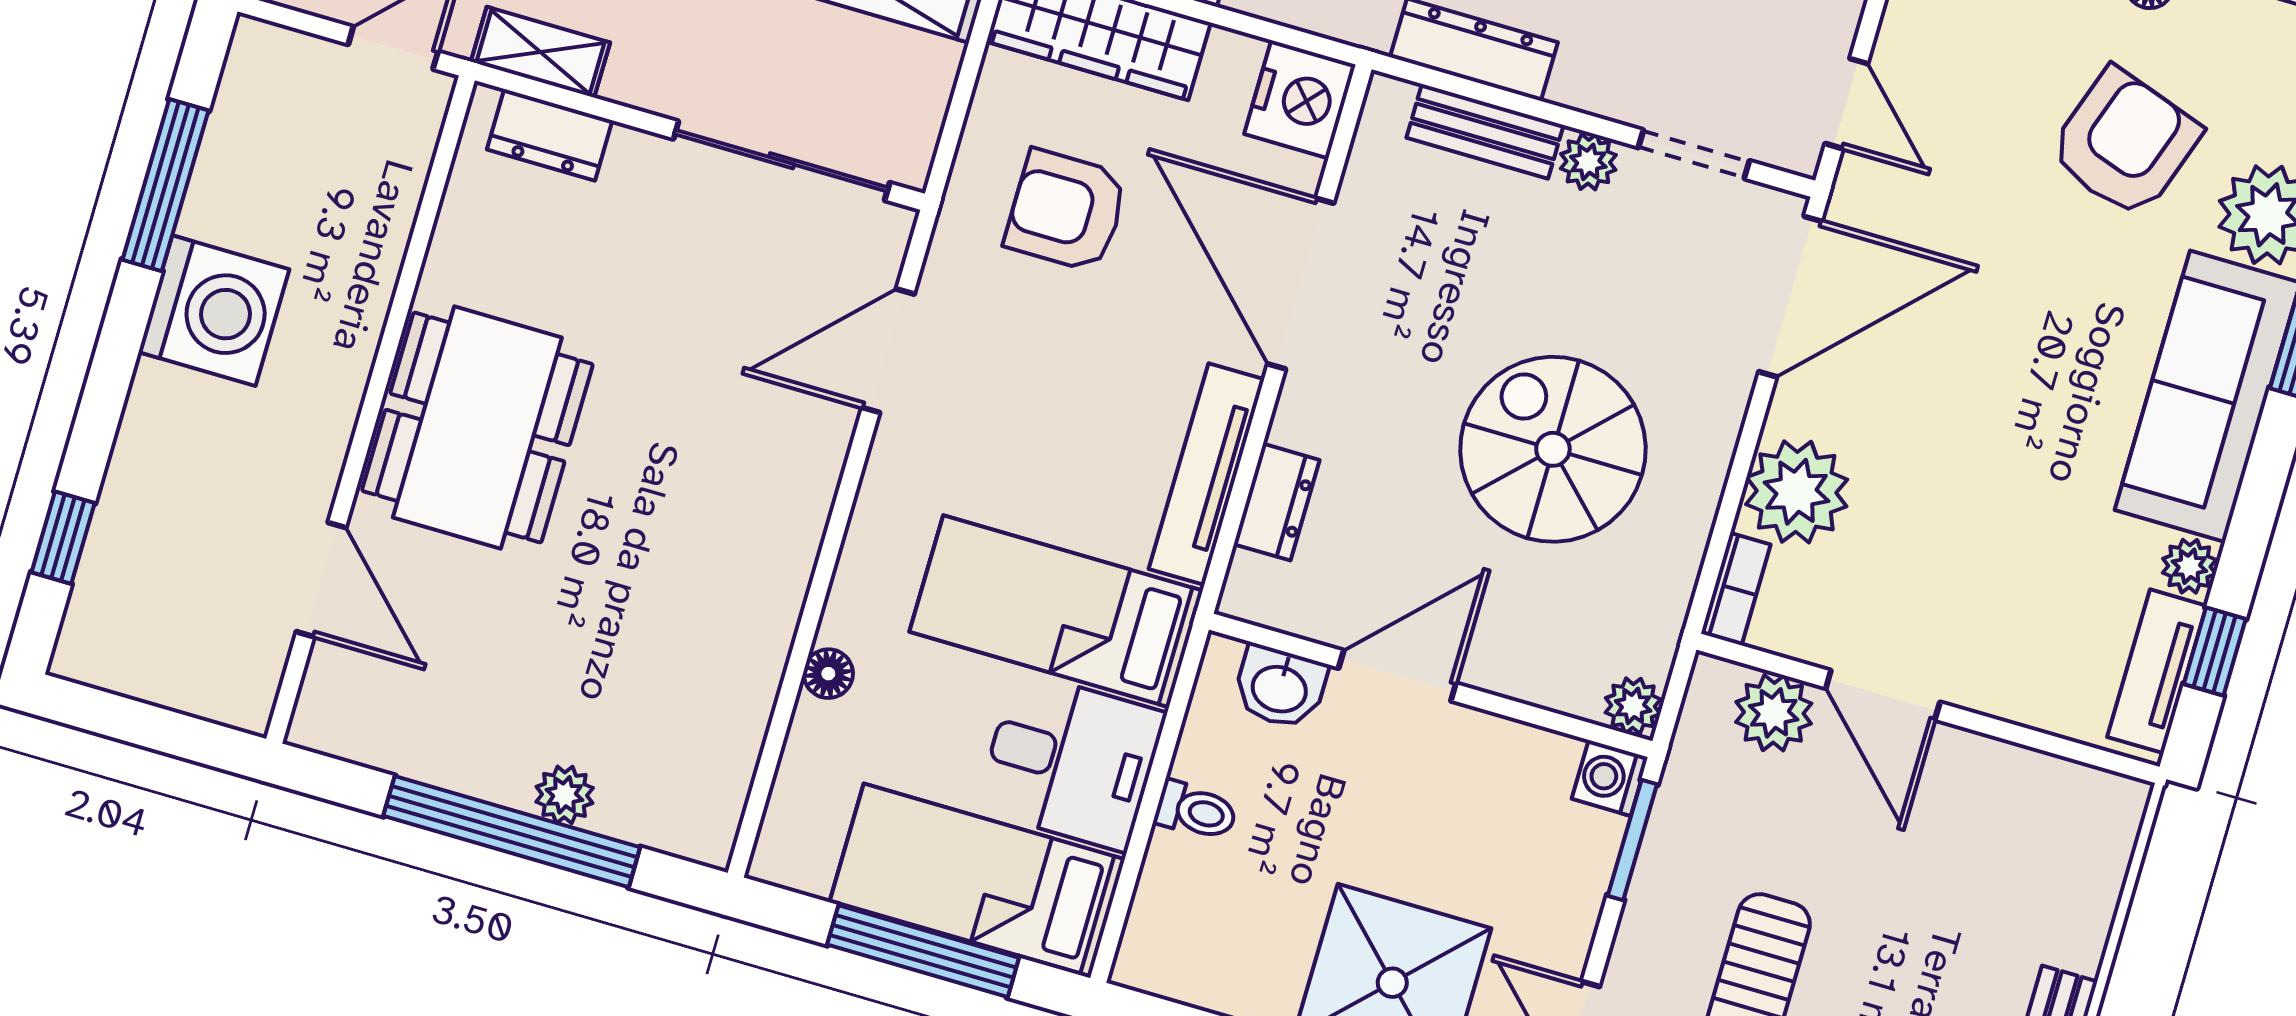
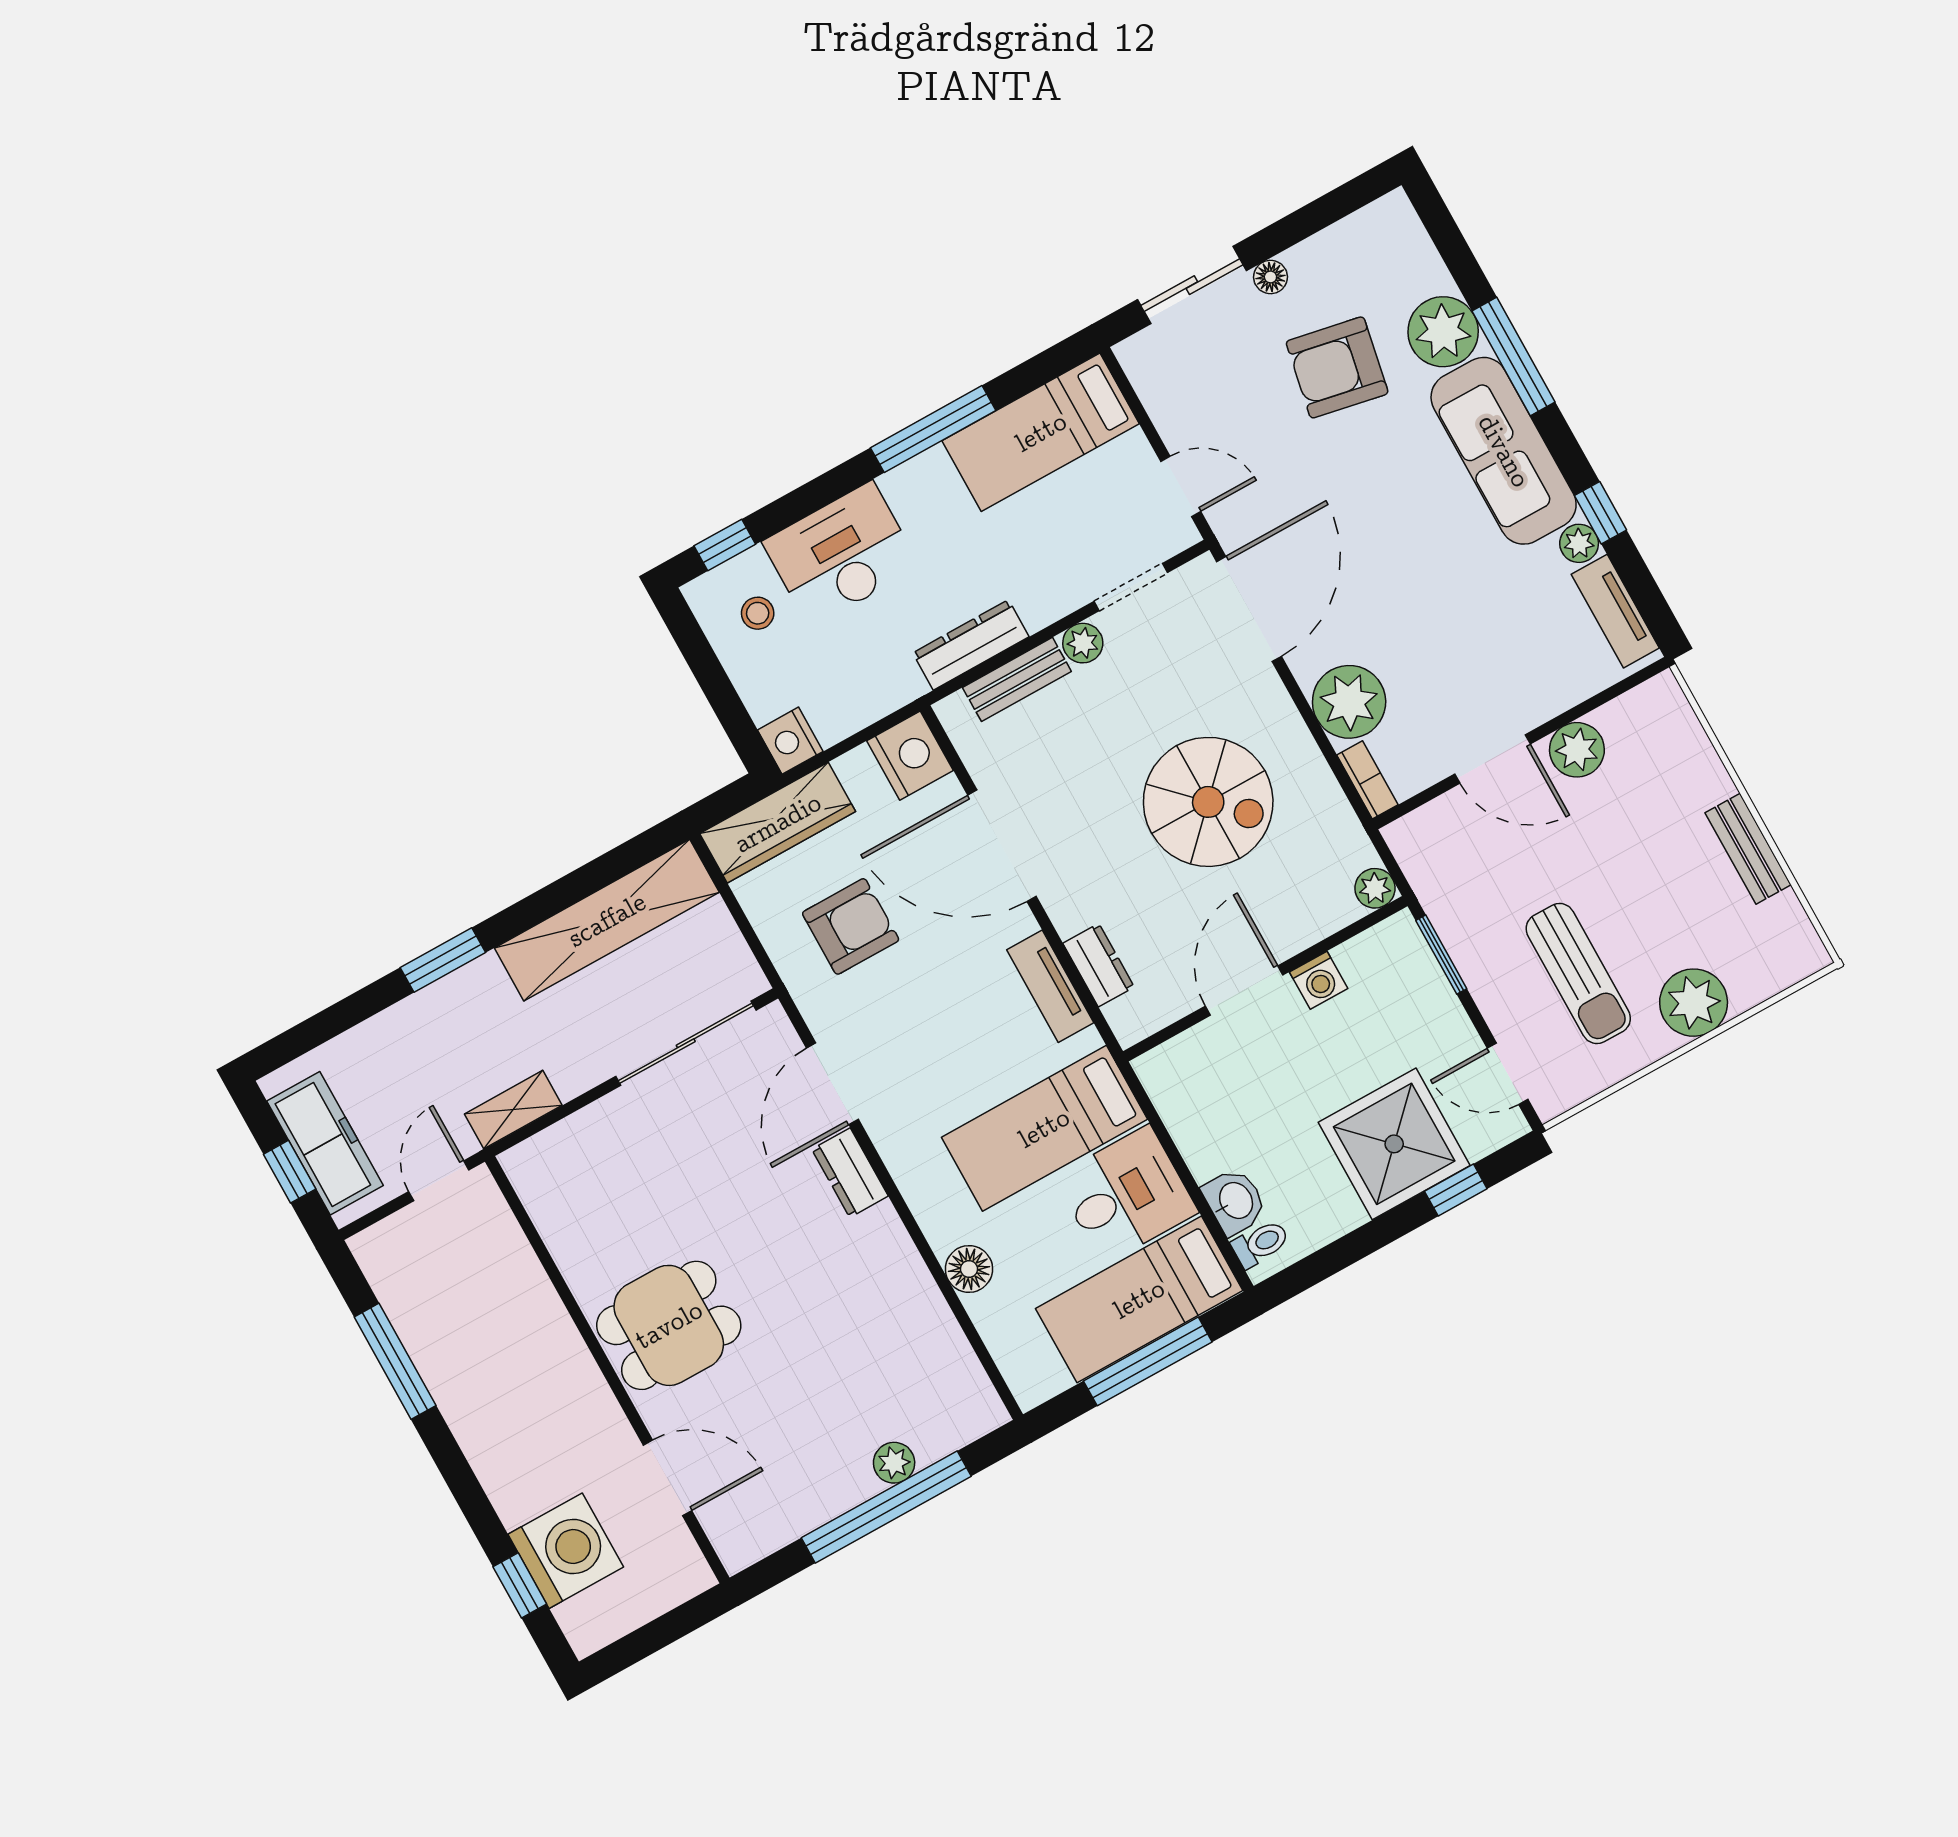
dresser: (550, 135) -> (850, 1173), moved, turned 90
armchair: (2125, 143) -> (1337, 367), turned -98
armchair: (1066, 211) -> (851, 926), turned 180
washing machine: (214, 311) -> (566, 1551), moved
dining table: (477, 427) -> (669, 1325), width x0.73
spiral stairs: (1553, 449) -> (1208, 802), turned 180
tv unit: (1207, 474) -> (1050, 986), width x0.71
window: (2215, 651) -> (1601, 513), moved
floor lamp: (828, 674) -> (969, 1269), width x1.37, depth x1.37
washbasin: (1280, 687) -> (1235, 1201), moved, turned -90
plant: (1774, 713) -> (1577, 750), moved
washing machine: (1610, 778) -> (1319, 980), moved, turned -90
toilet: (1196, 811) -> (1261, 1244), moved

